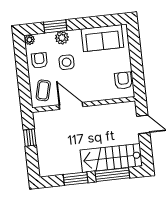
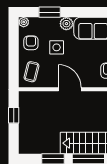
plant: (62, 38) -> (66, 24), moved
door: (71, 106) -> (70, 89), moved

